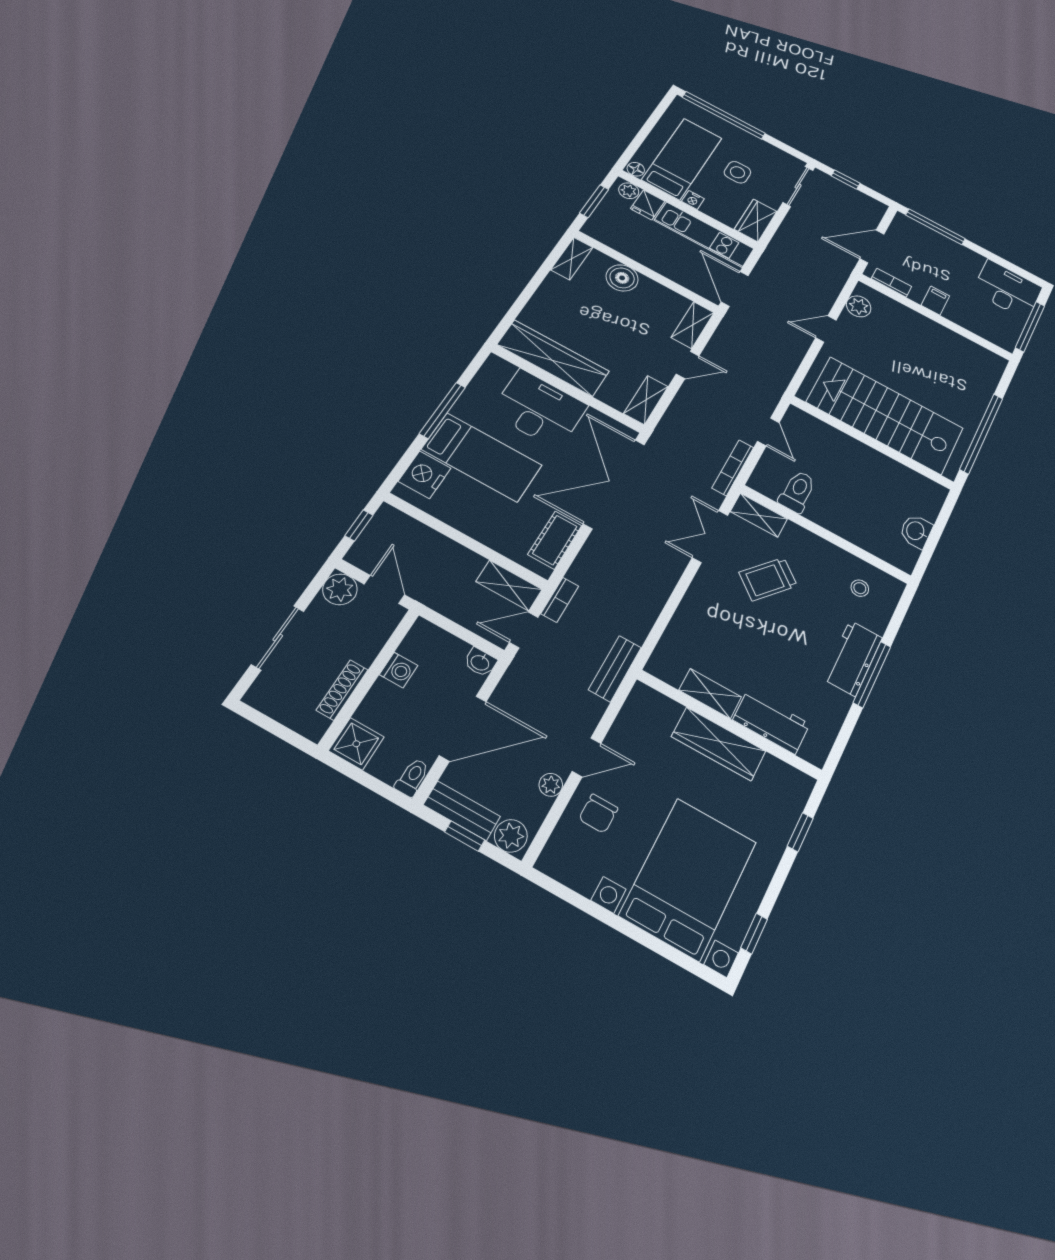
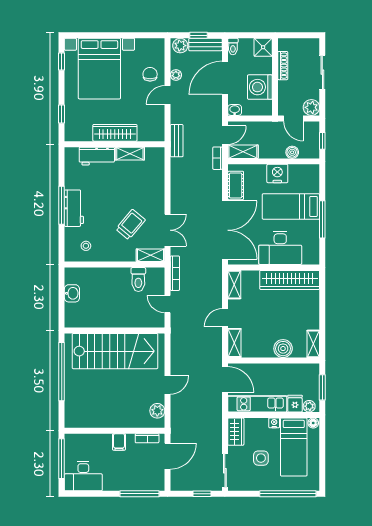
nightstand: (425, 475) -> (277, 174), moved, turned -90
boiler: (424, 537) -> (292, 152), added
washing machine: (399, 670) -> (260, 87), width x1.89, depth x1.89

